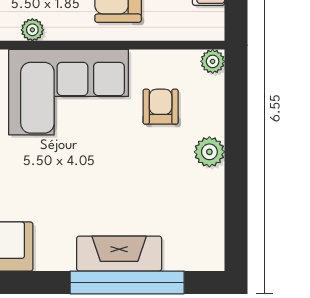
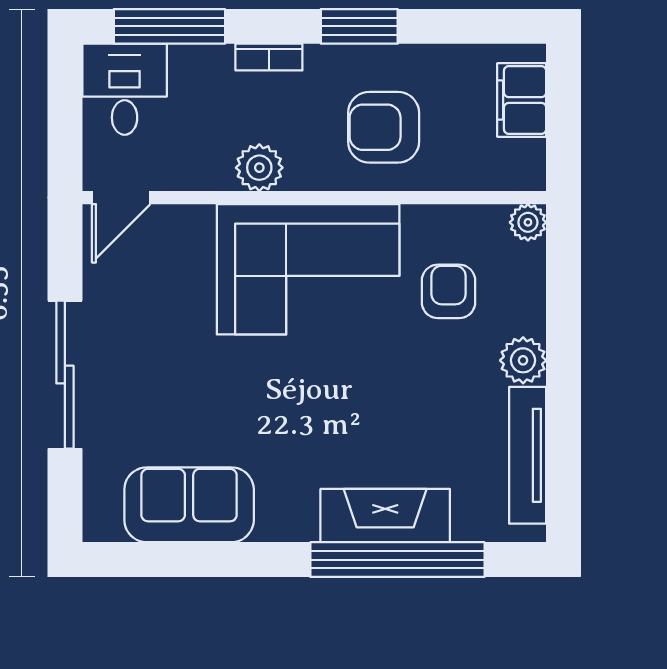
plant: (32, 30) -> (259, 168), width x1.38, depth x1.38
tv unit: (212, 214) -> (528, 455), added

